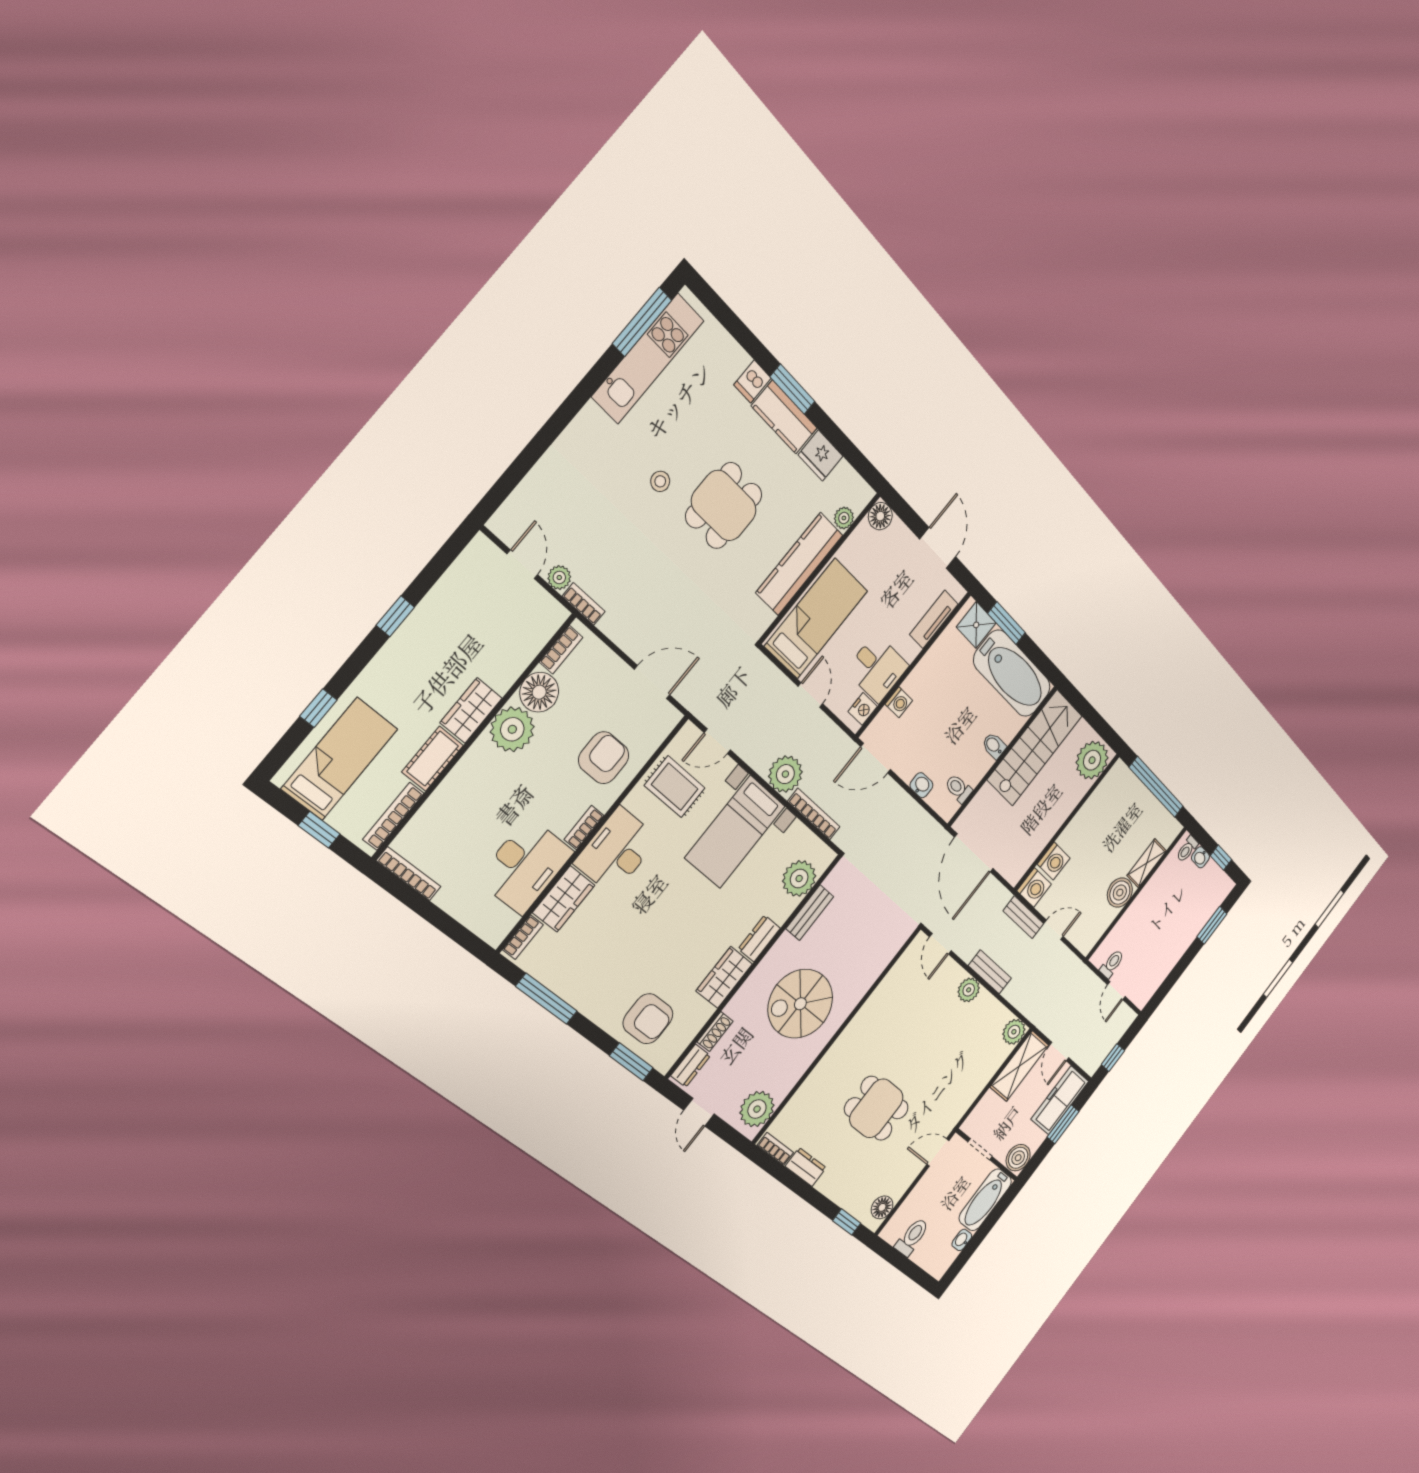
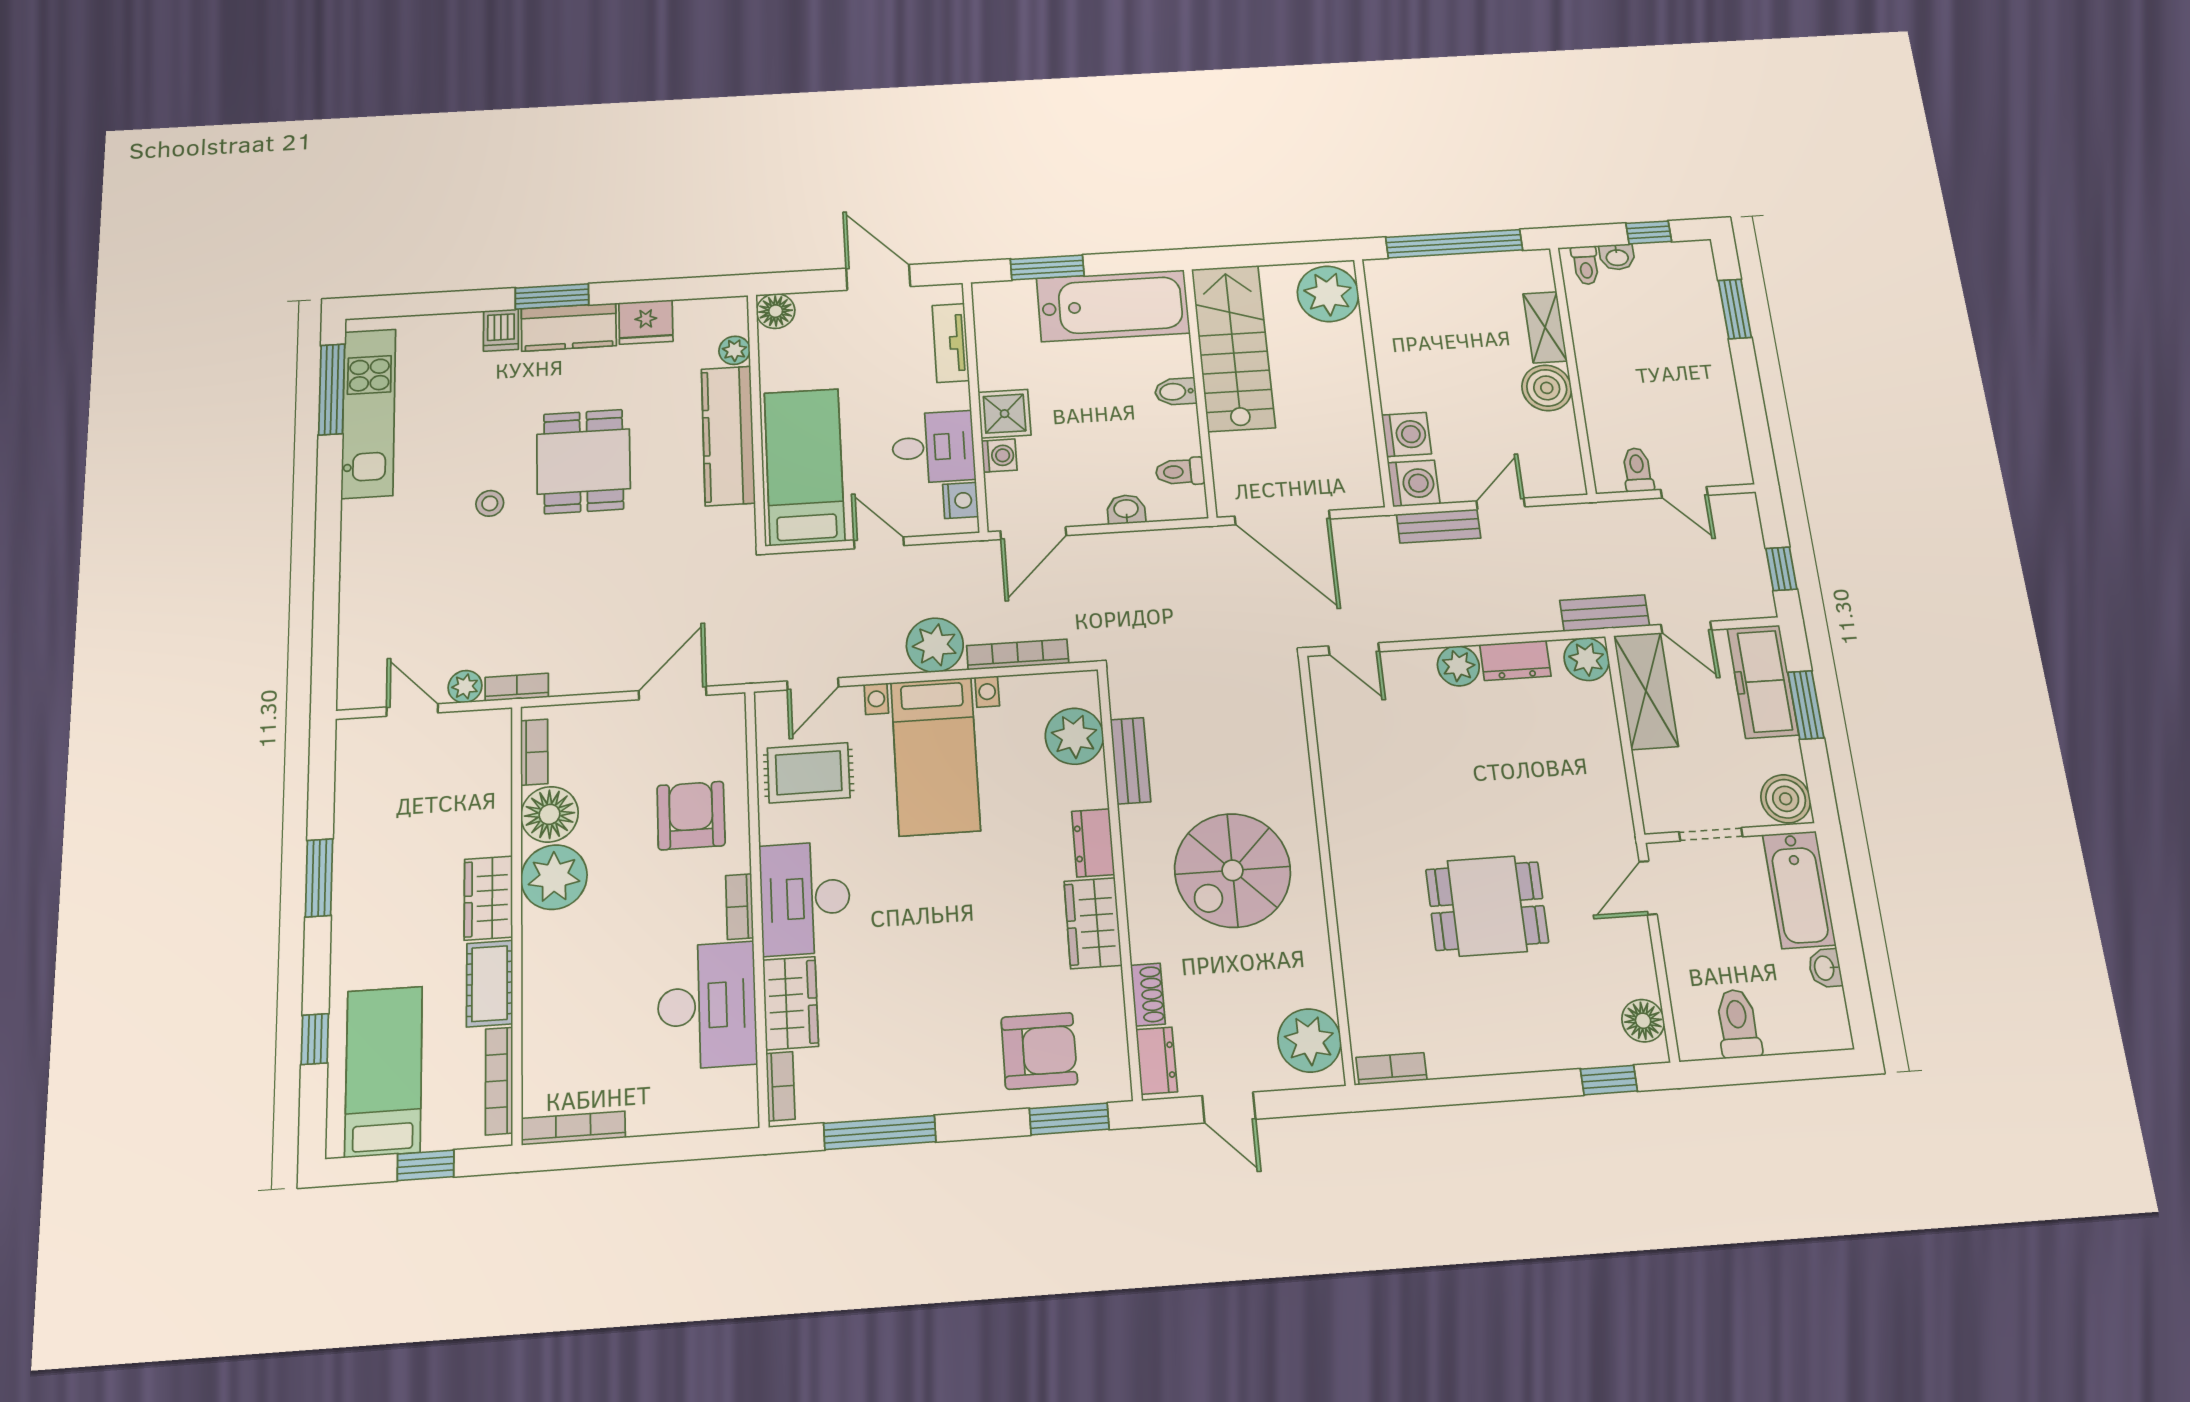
window: (395, 616) -> (319, 878), width x1.50
shower: (976, 625) -> (1005, 414), moved
bench: (990, 972) -> (1605, 613), moved
dresser: (806, 1167) -> (1515, 660), moved, turned 180

